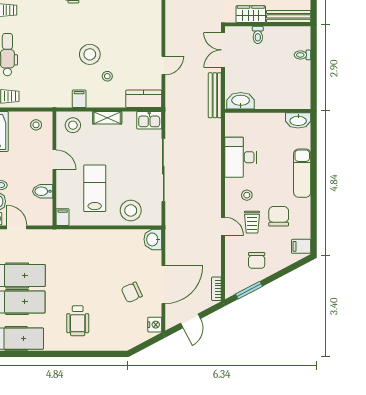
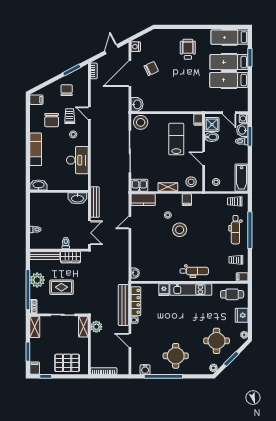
lab bench: (95, 188) -> (176, 139), turned 180
shower: (42, 210) -> (212, 125), added
stool: (131, 210) -> (141, 122), moved

